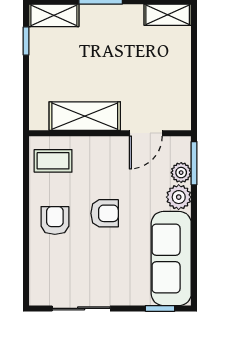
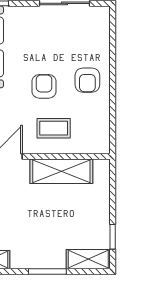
coffee table: (53, 161) -> (54, 128), moved
armchair: (105, 213) -> (44, 86), turned 90

